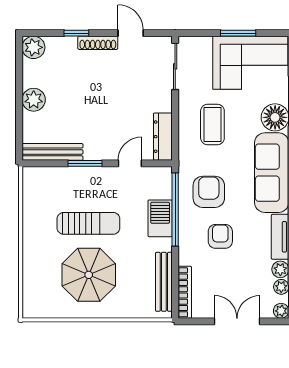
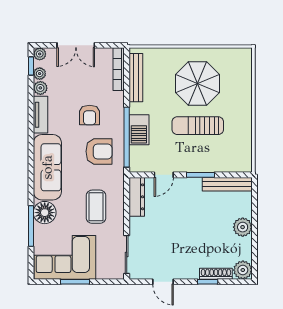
shoe rack: (98, 43) -> (216, 274), moved
armchair: (209, 192) -> (99, 151), turned -90

